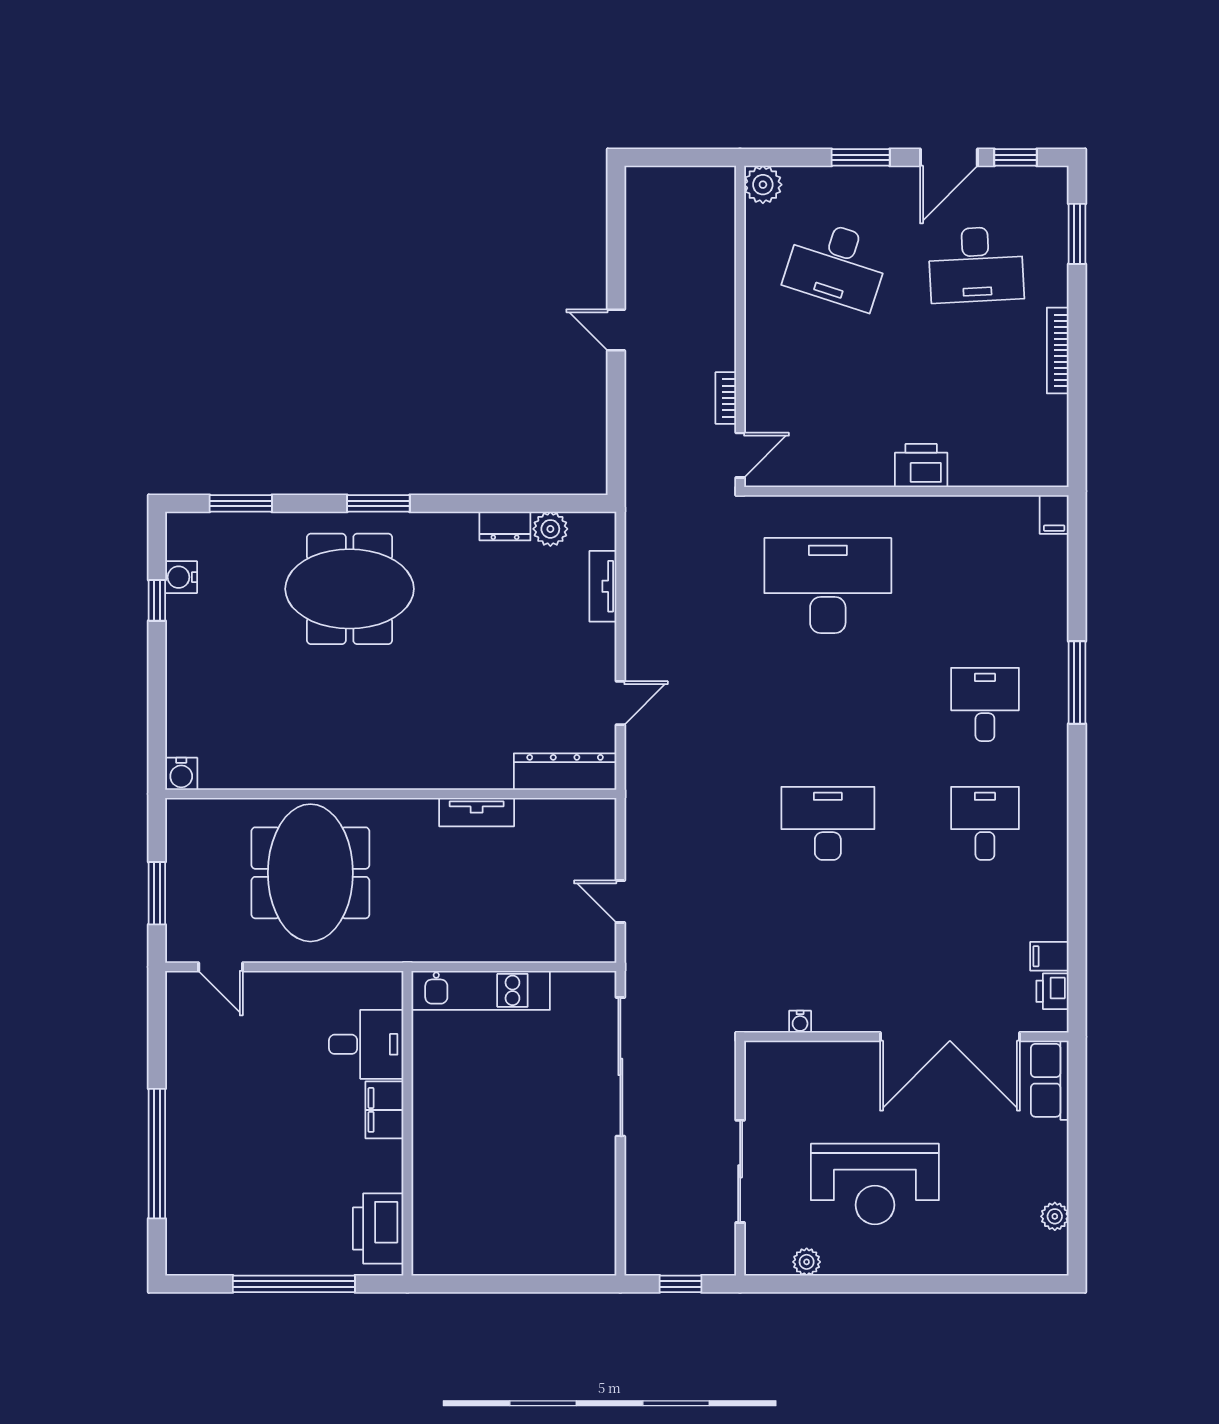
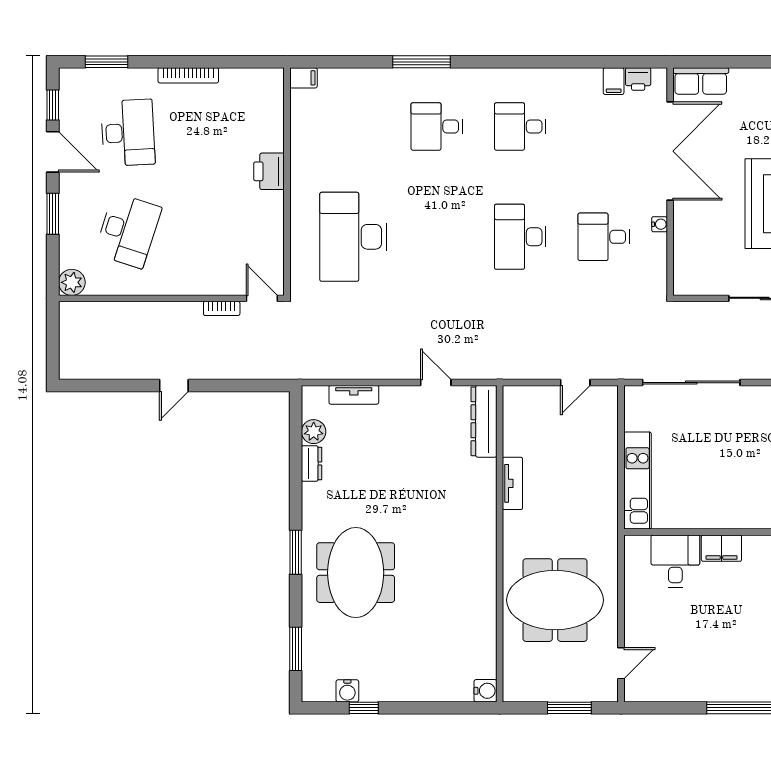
desk: (828, 942) -> (604, 237), added
water cooler: (800, 1022) -> (660, 224), moved

